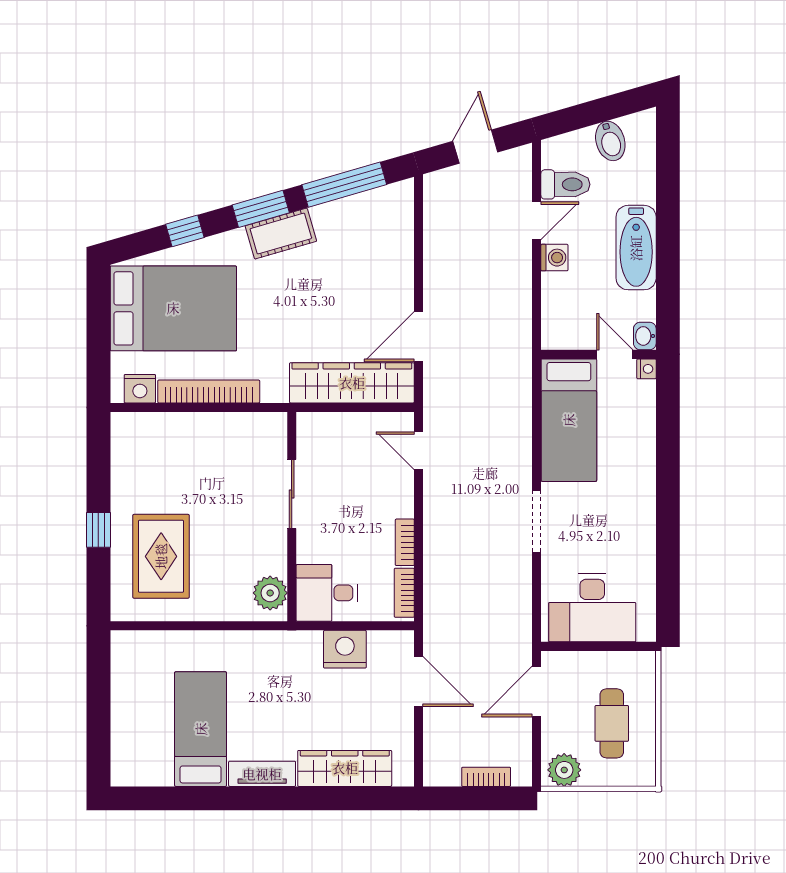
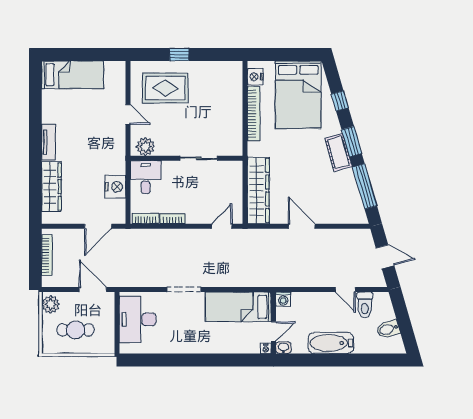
washing machine: (554, 258) -> (283, 299), moved
door: (419, 337) -> (302, 226), moved
door: (210, 626) -> (128, 114), added
bed: (201, 729) -> (72, 75), moved
bookcase: (486, 777) -> (47, 255), width x1.56

